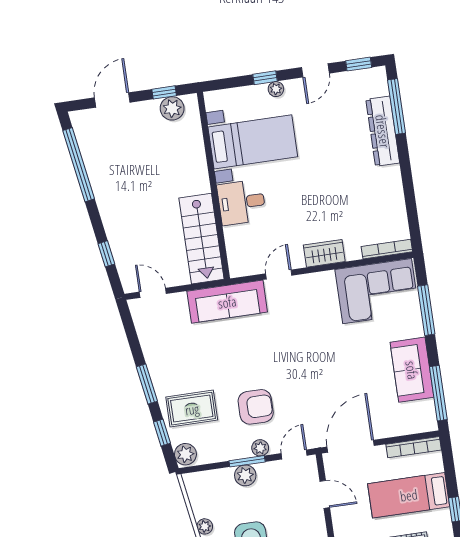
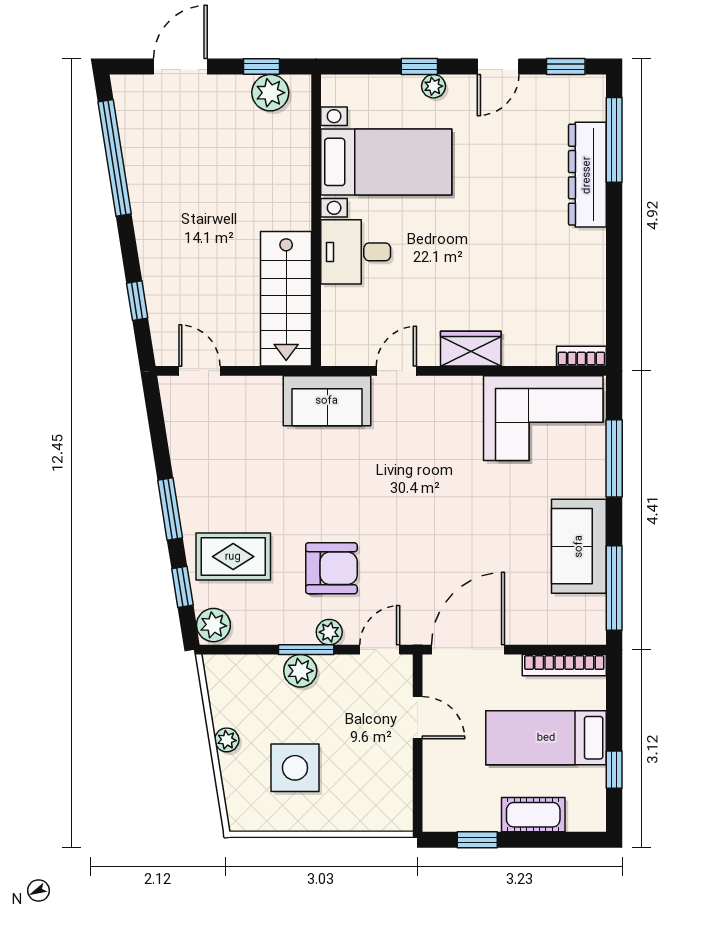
bookcase: (387, 249) -> (581, 356), width x0.64
sofa: (227, 302) -> (327, 401), width x0.73

